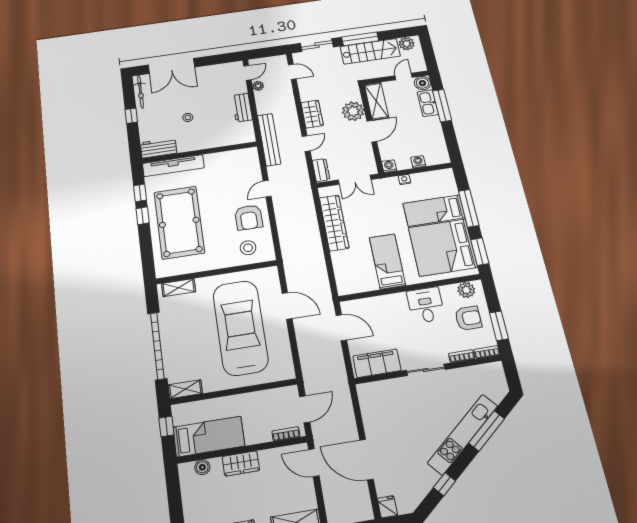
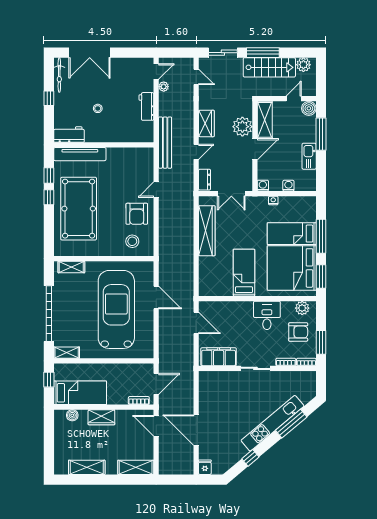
kitchen sink: (428, 103) -> (309, 156), moved

